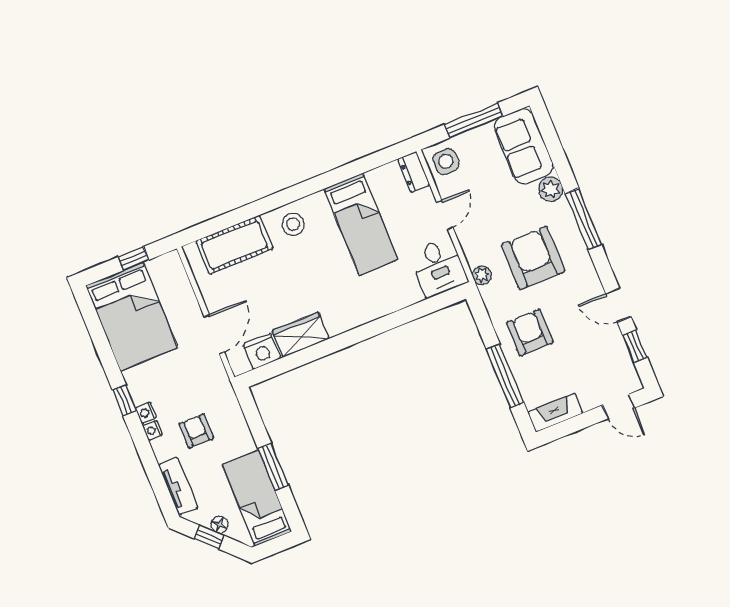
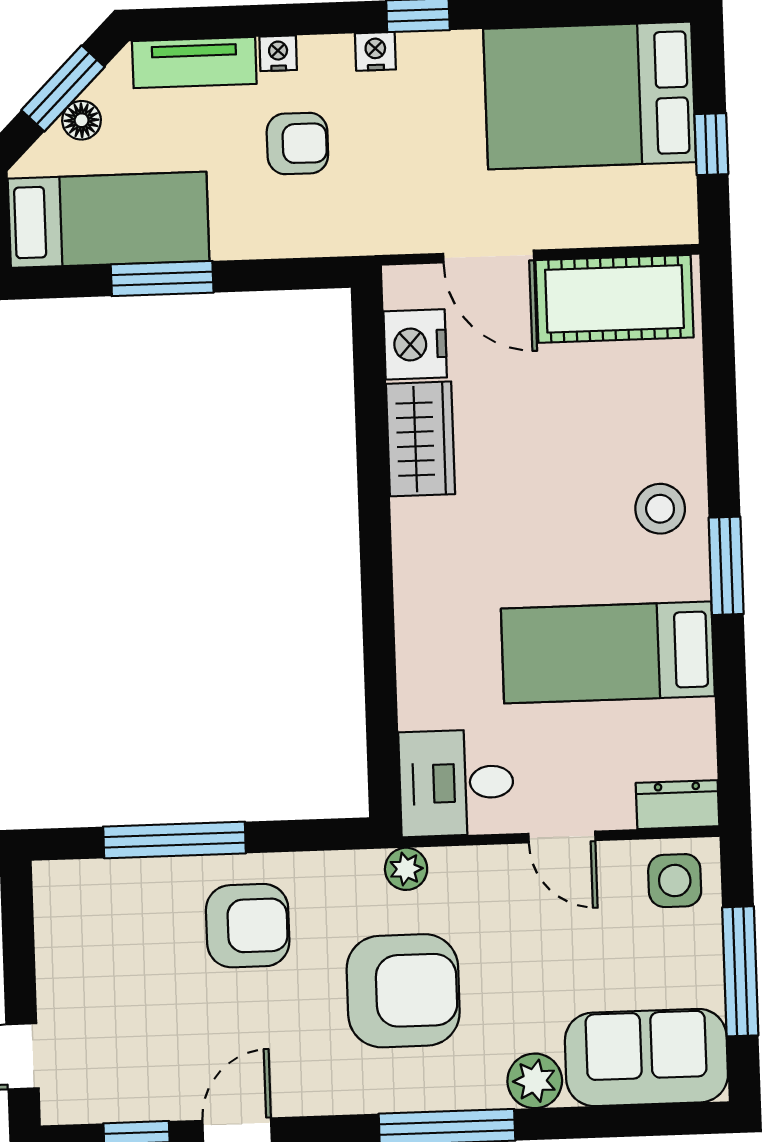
window: (307, 188) -> (726, 566), added
cot: (234, 245) -> (615, 299), moved, turned 90
fireplace: (555, 413) -> (58, 918), removed
nightstand: (152, 430) -> (278, 53), moved
window: (209, 537) -> (63, 88), width x1.50

